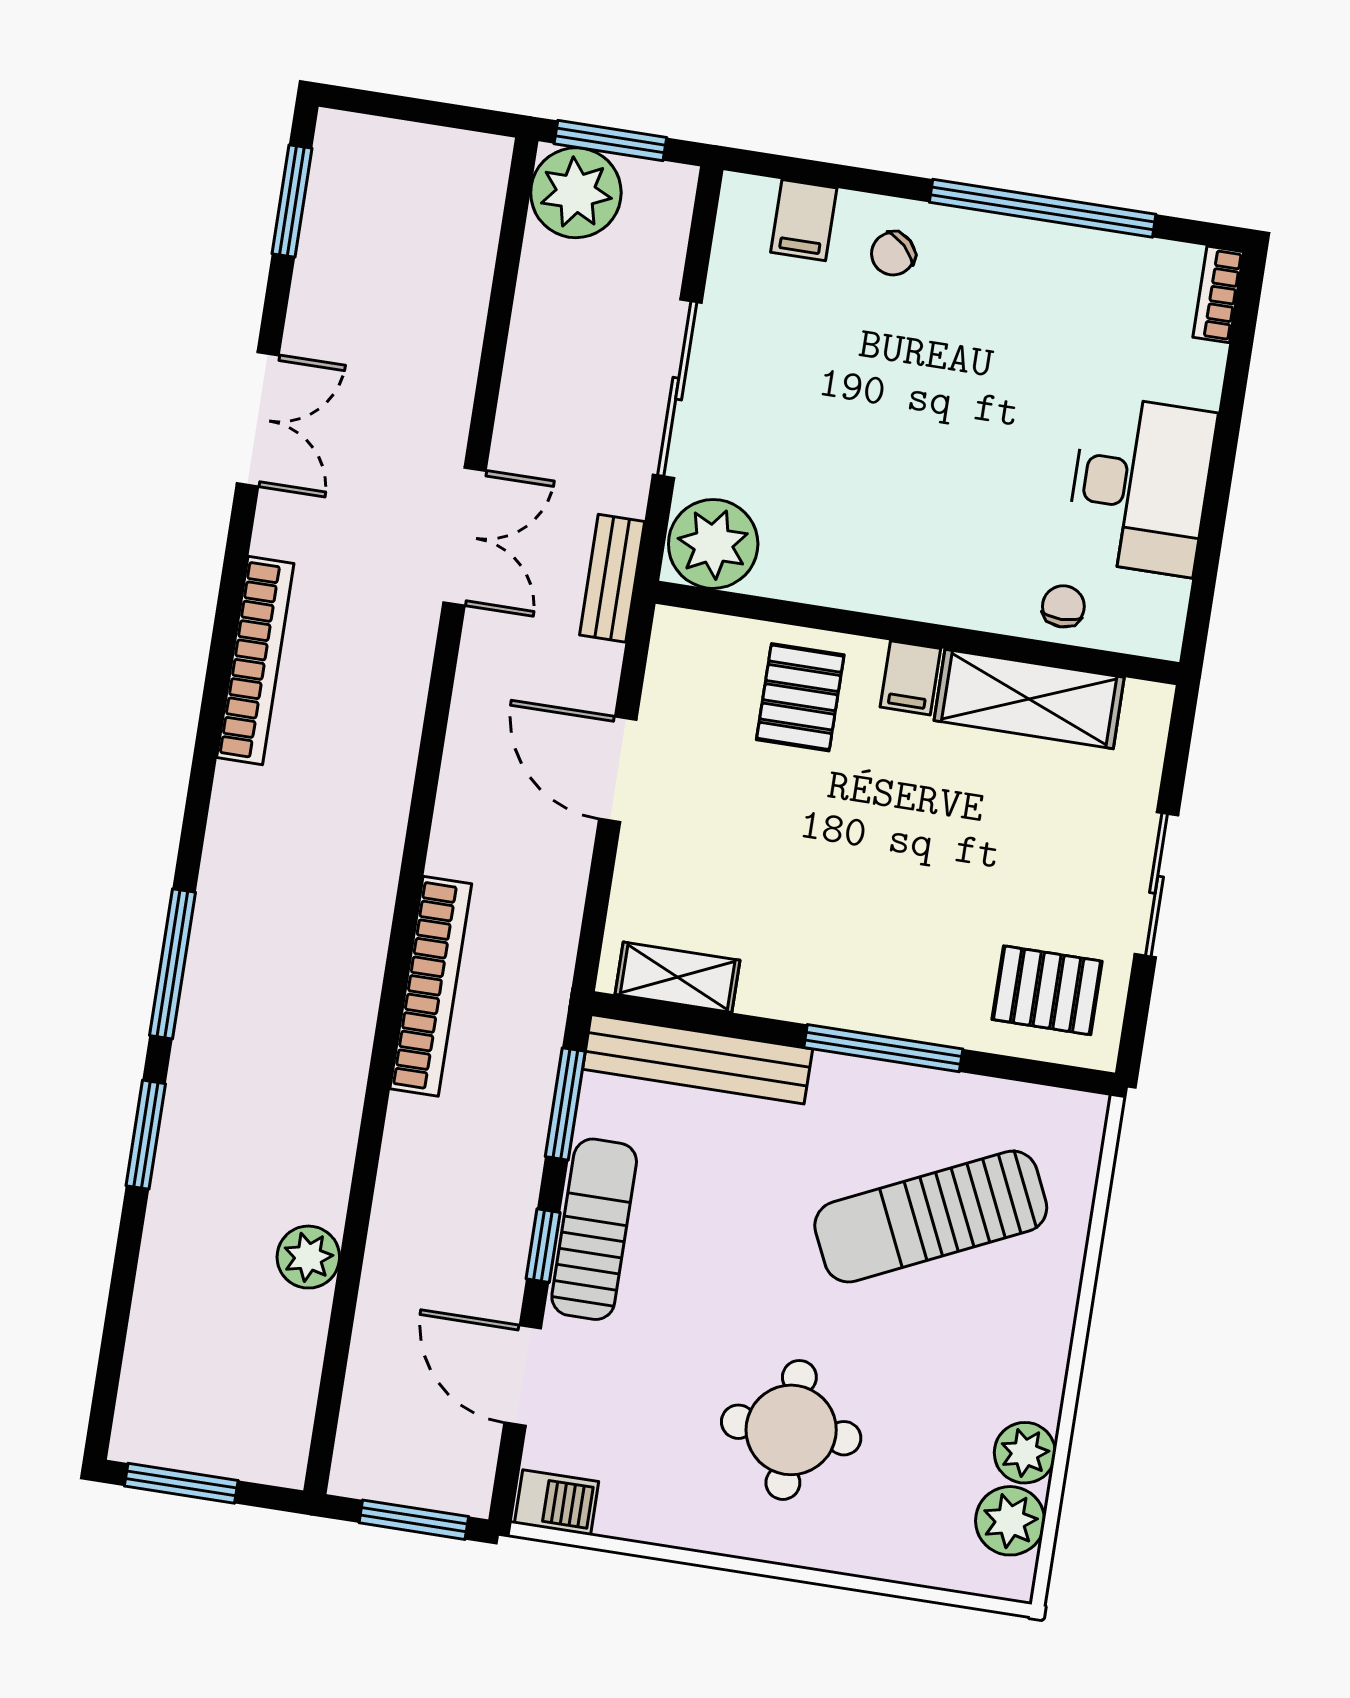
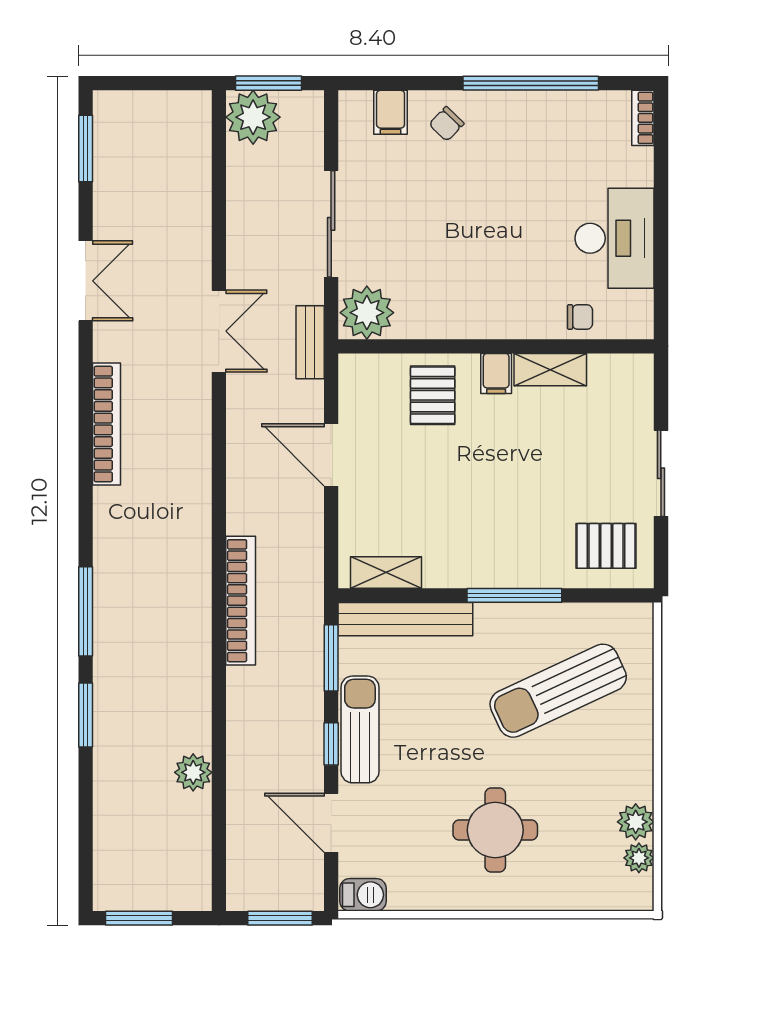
chair: (1063, 606) -> (580, 317), turned 90
shelving: (1029, 699) -> (550, 370), width x0.67, depth x0.75
plant: (1010, 1521) -> (639, 858), width x0.73, depth x0.73

